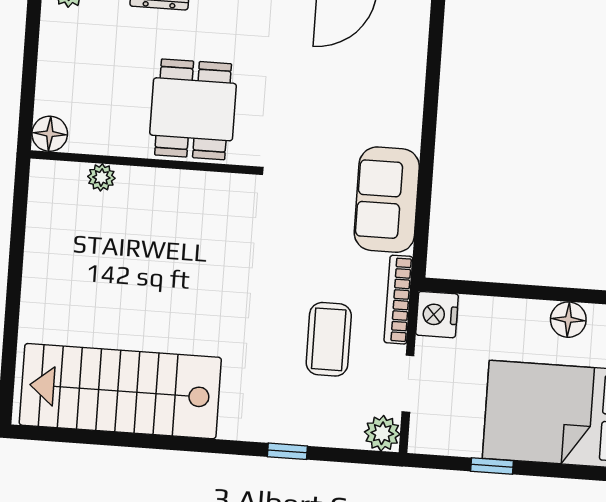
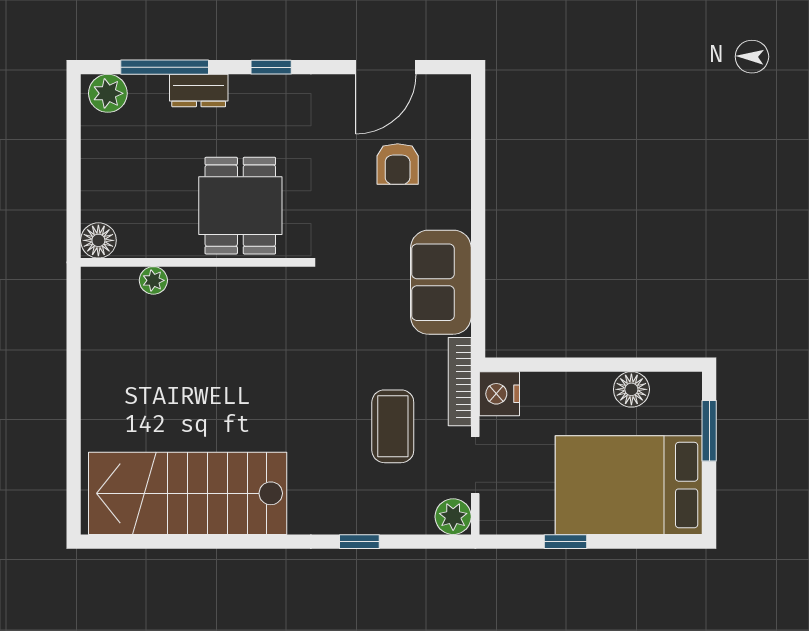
armchair: (352, 79) -> (398, 164), added

